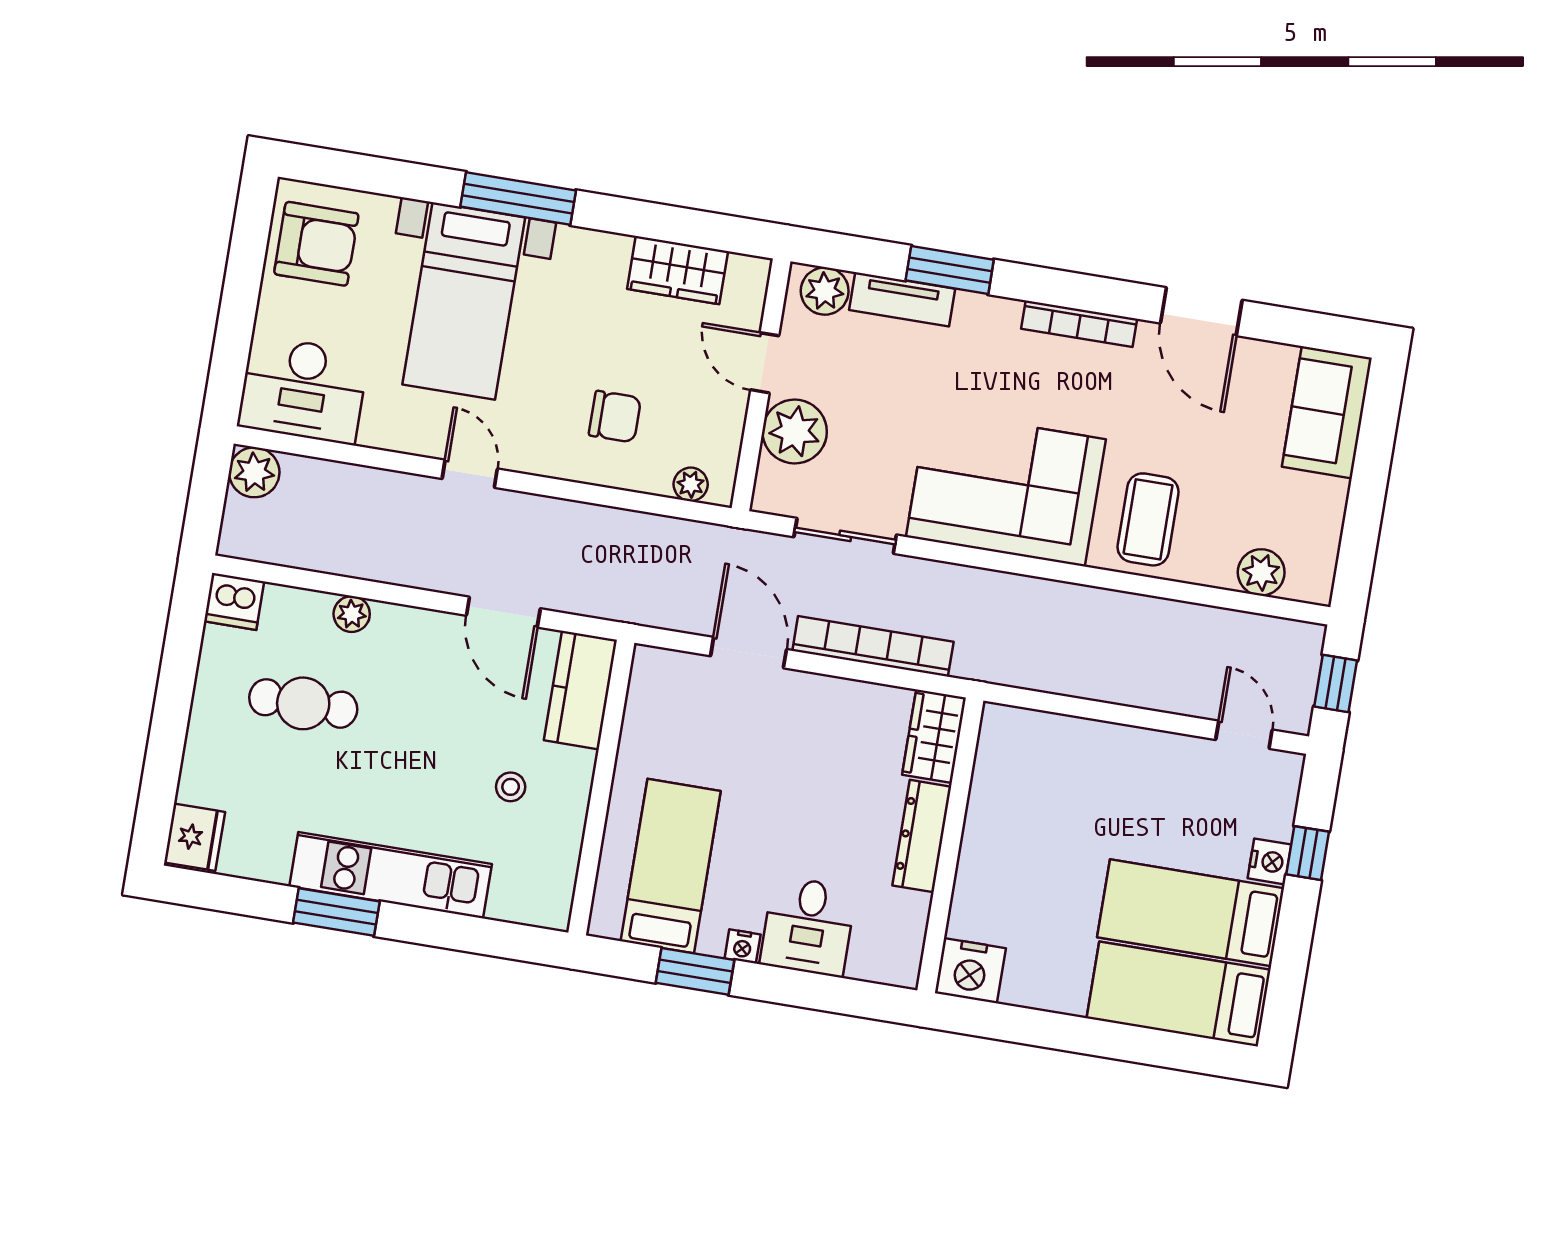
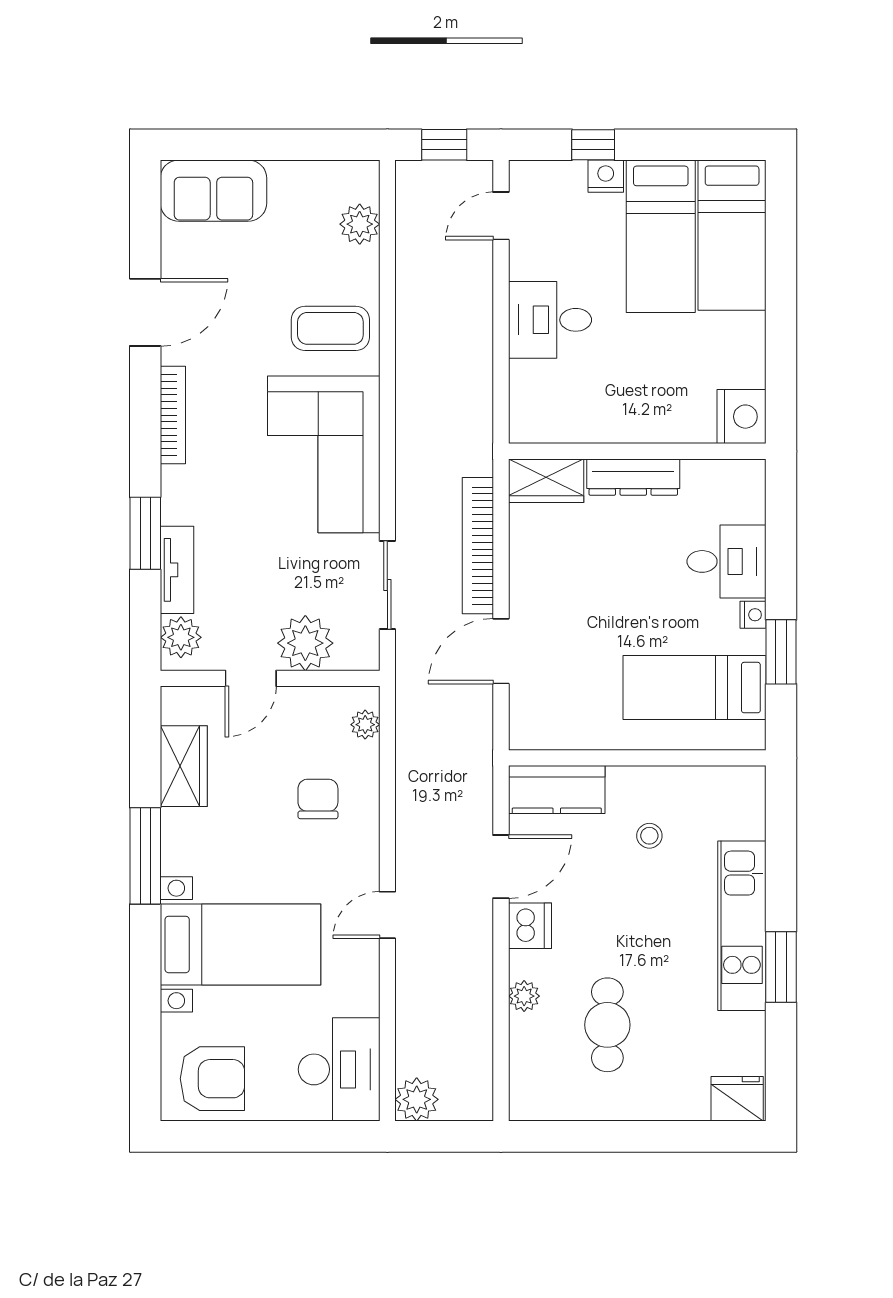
window: (518, 199) -> (145, 856), moved
armchair: (316, 244) -> (212, 1079), turned 90
dishwasher: (234, 601) -> (530, 926), moved
desk: (1116, 771) -> (550, 320), added

